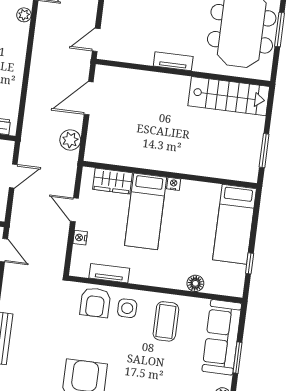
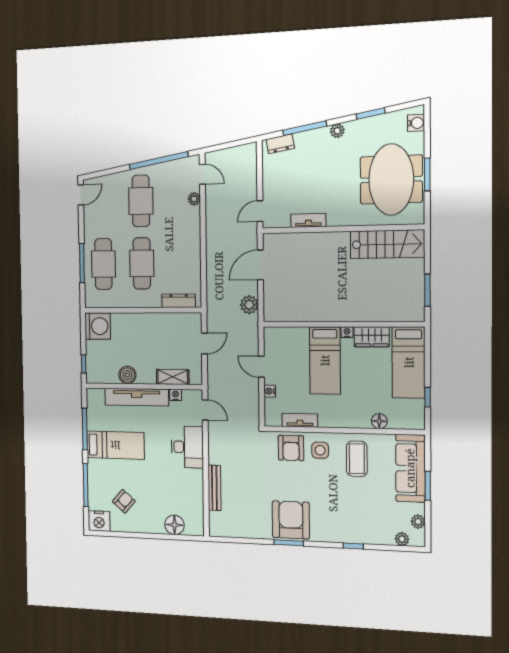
tv unit: (173, 61) -> (308, 220), moved
wardrobe: (112, 181) -> (372, 337), moved

